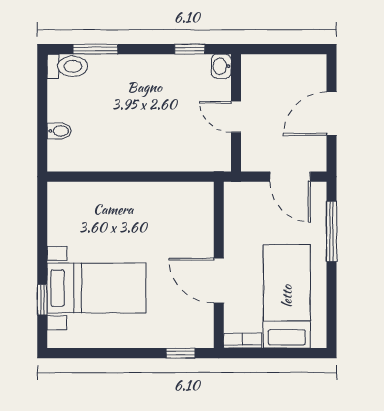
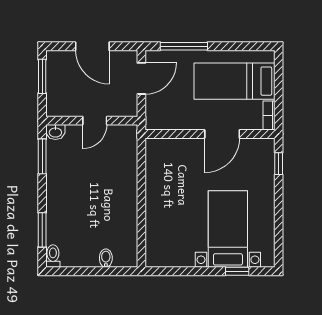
window: (190, 49) -> (42, 156), width x1.50
window: (293, 49) -> (42, 76), added
toilet: (67, 66) -> (53, 256), width x0.73, depth x0.72

